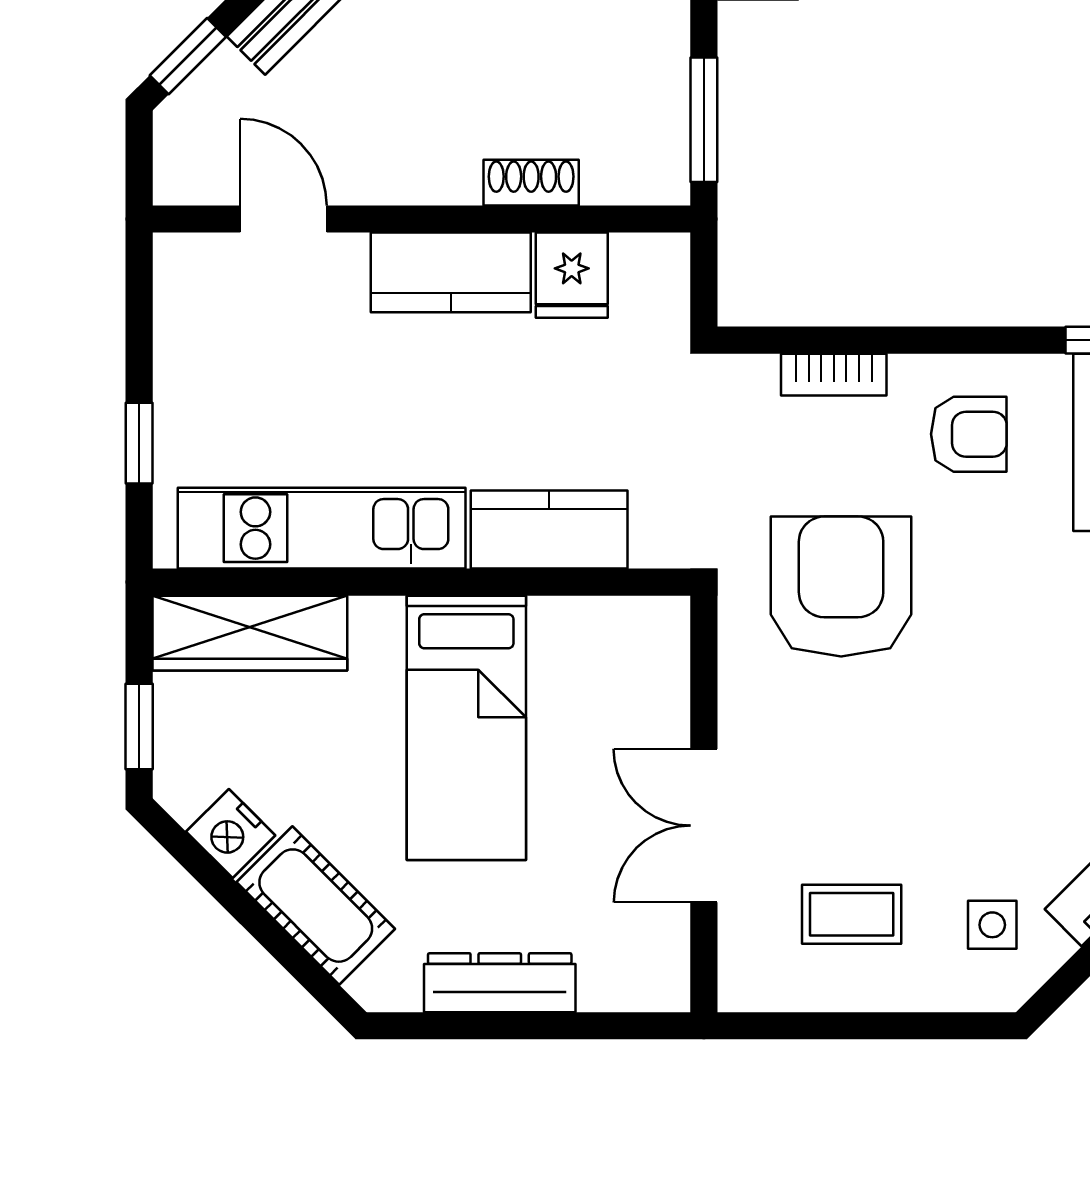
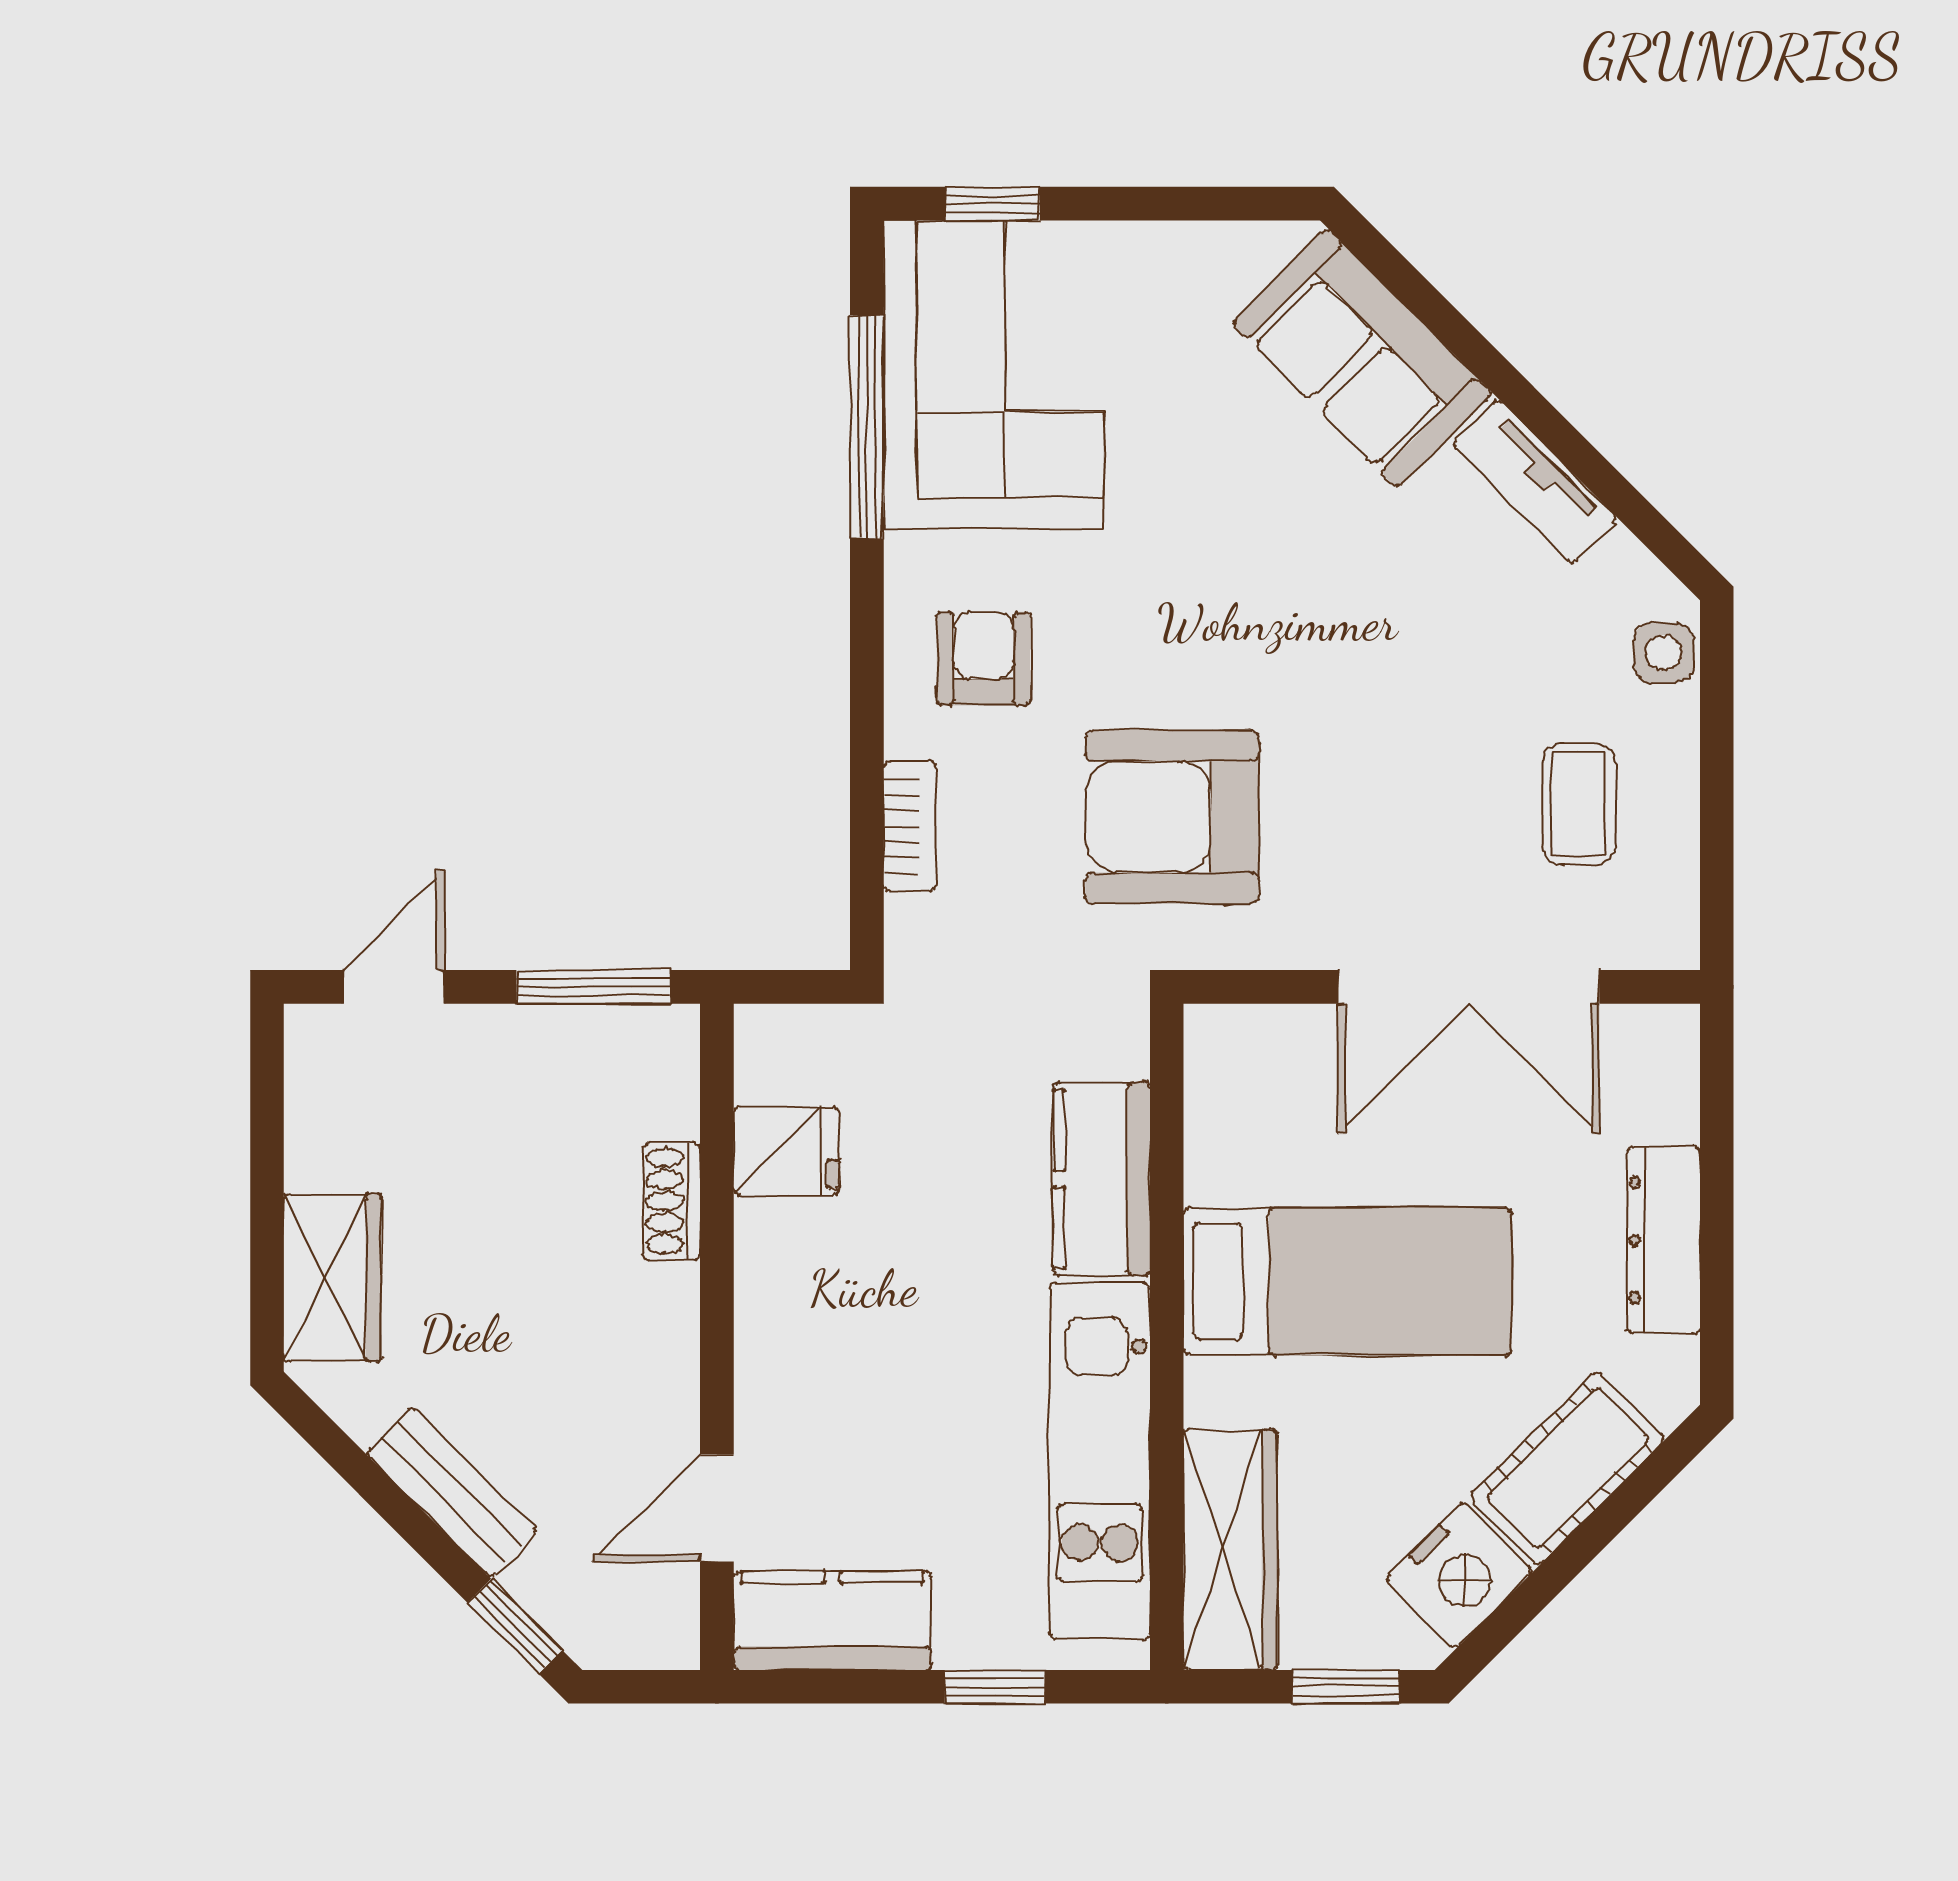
kitchen counter: (451, 272) -> (832, 1621), moved, turned -90
double door: (704, 826) -> (1469, 987), width x1.37
nightstand: (231, 834) -> (1459, 1575), width x1.36, depth x1.33
side table: (992, 925) -> (1664, 653), moved

